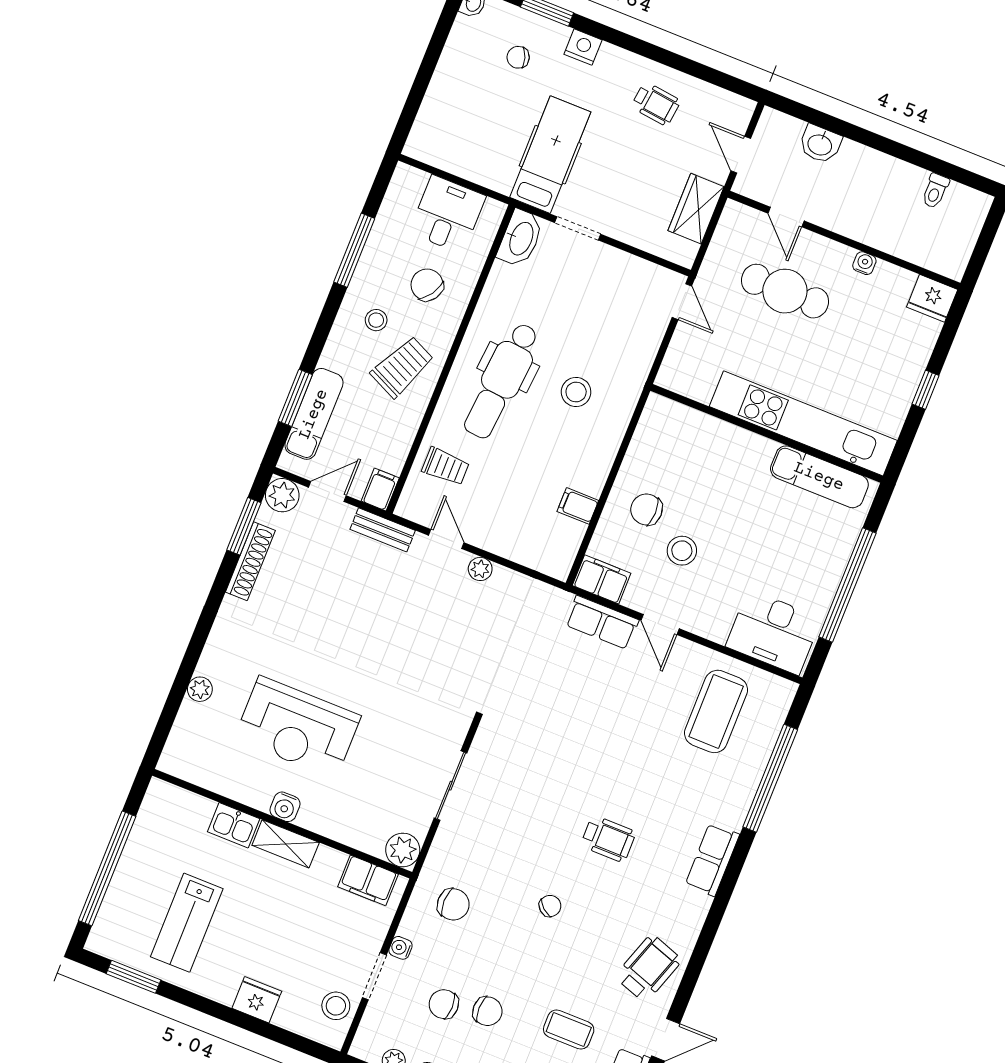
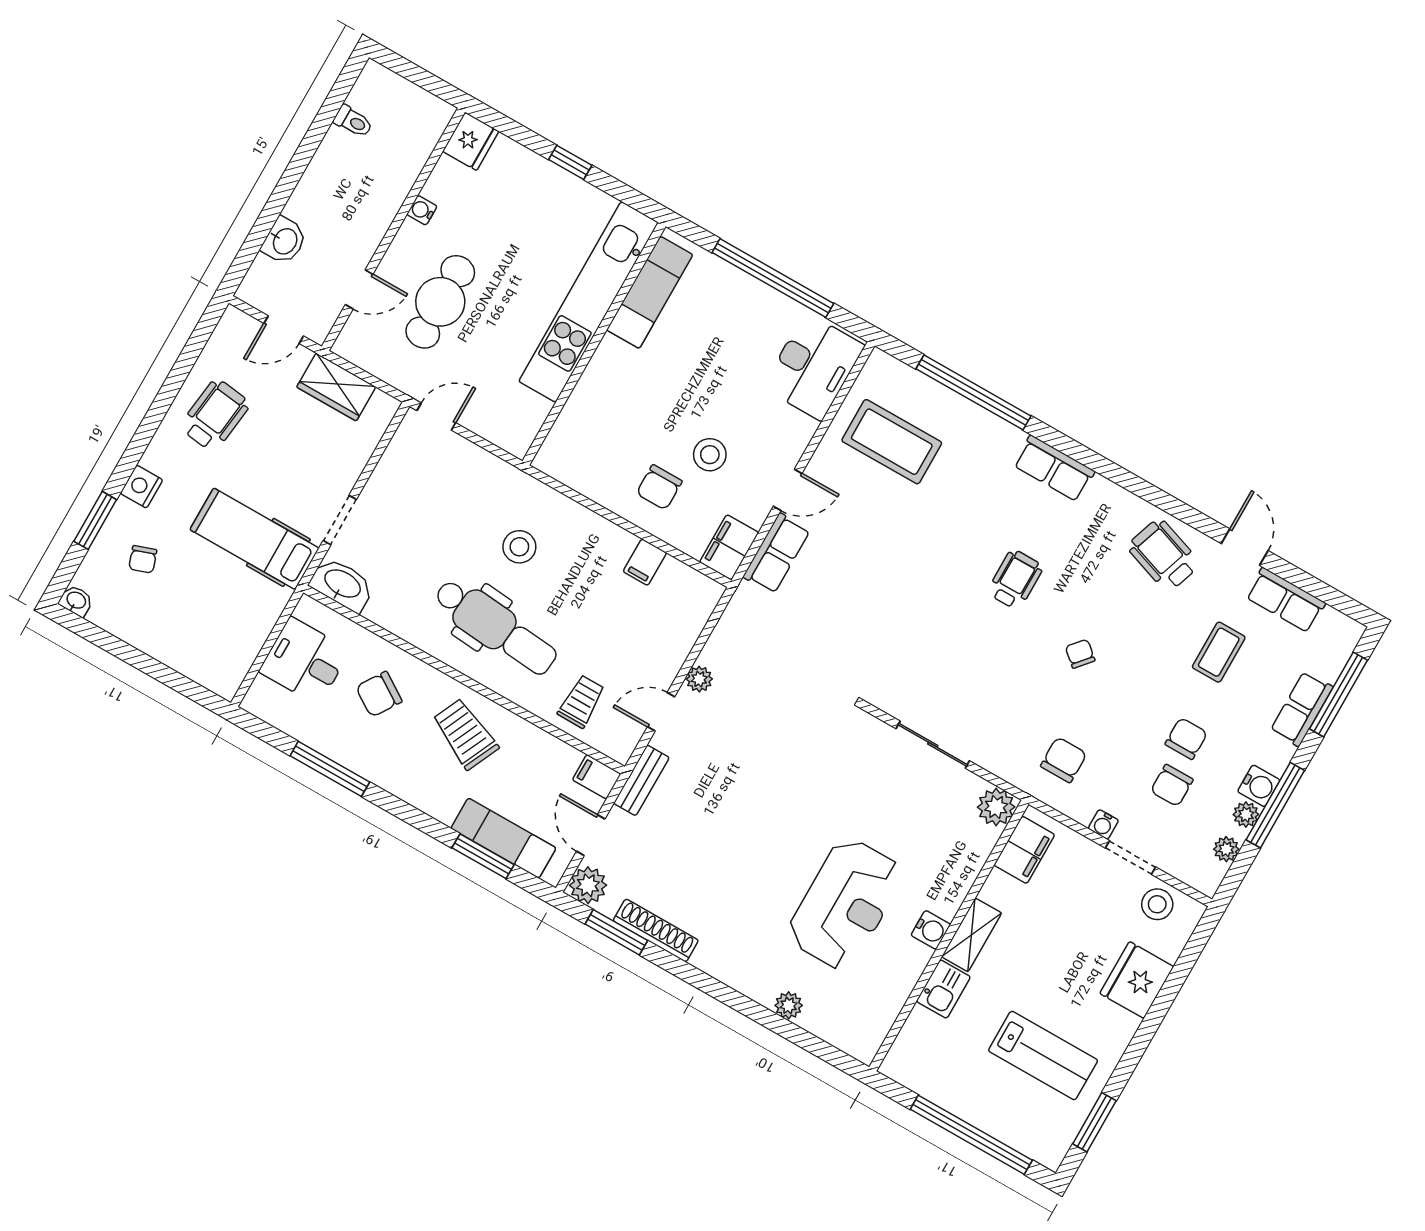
wheelchair: (656, 104) -> (215, 415), width x1.36, depth x1.37
stool: (376, 320) -> (410, 755), removed
fridge: (257, 1000) -> (1137, 980), width x1.36, depth x1.34

